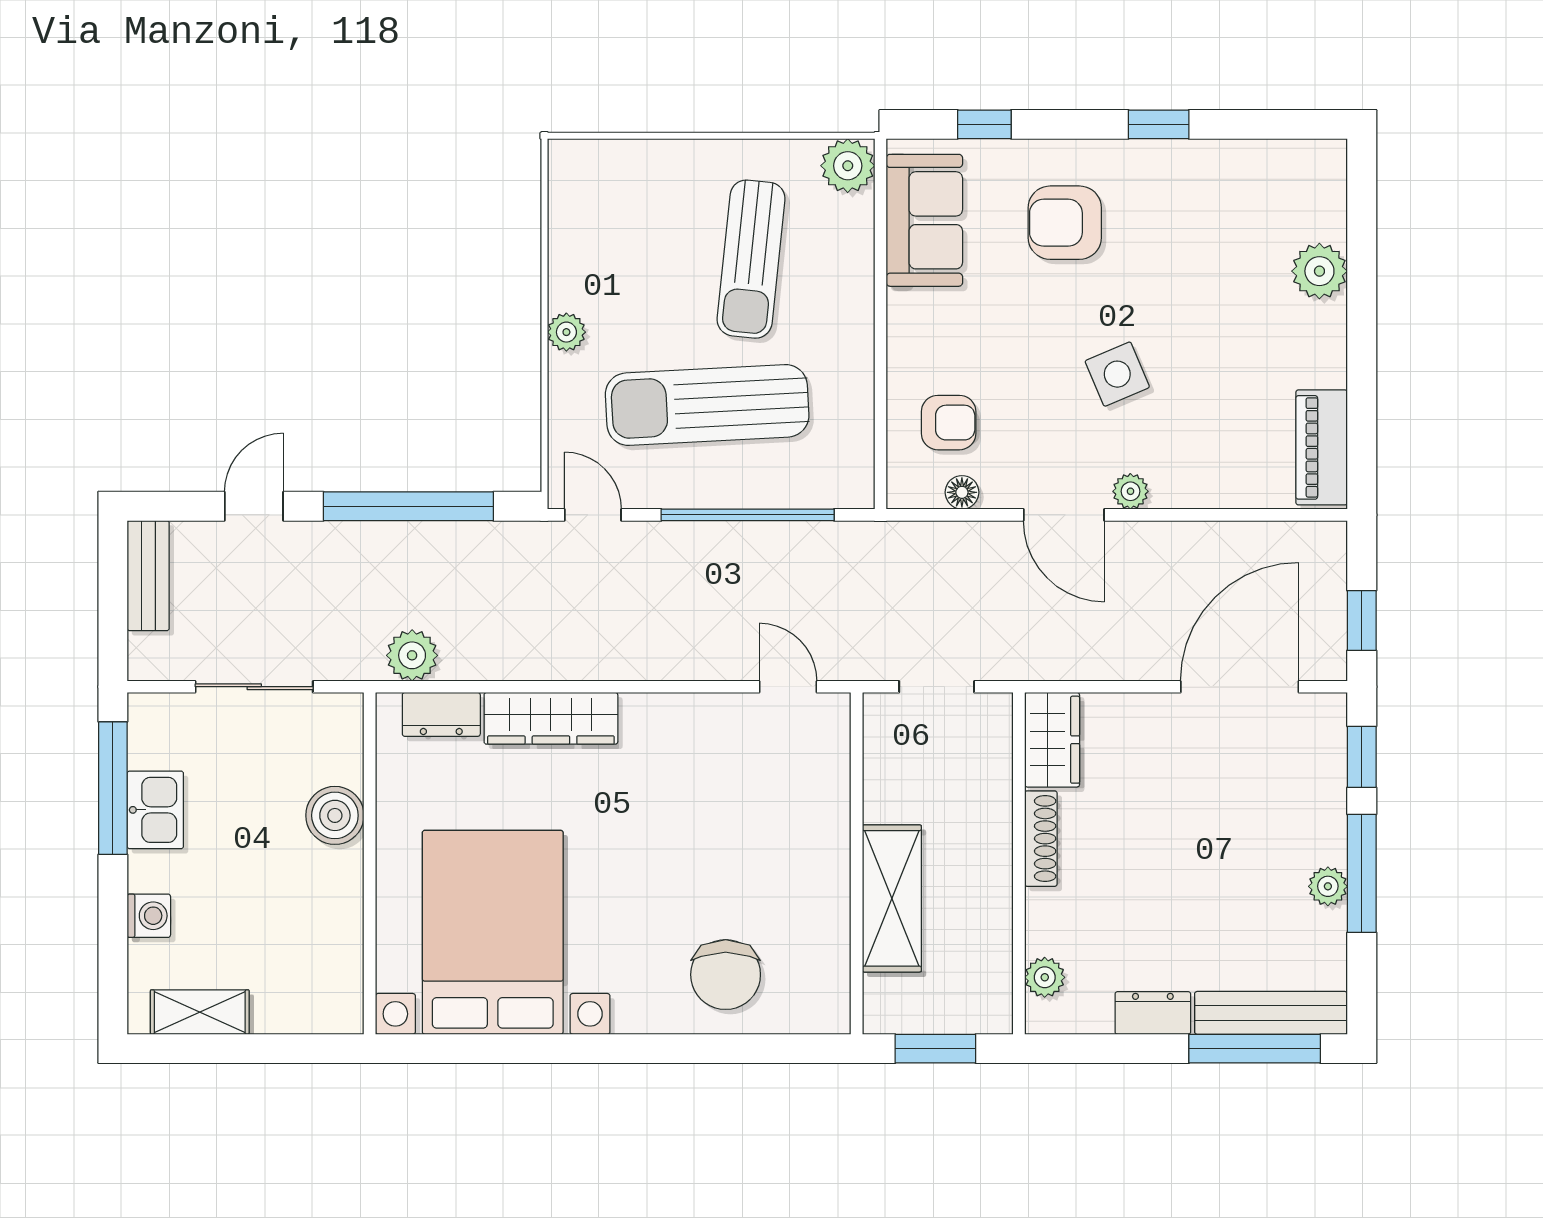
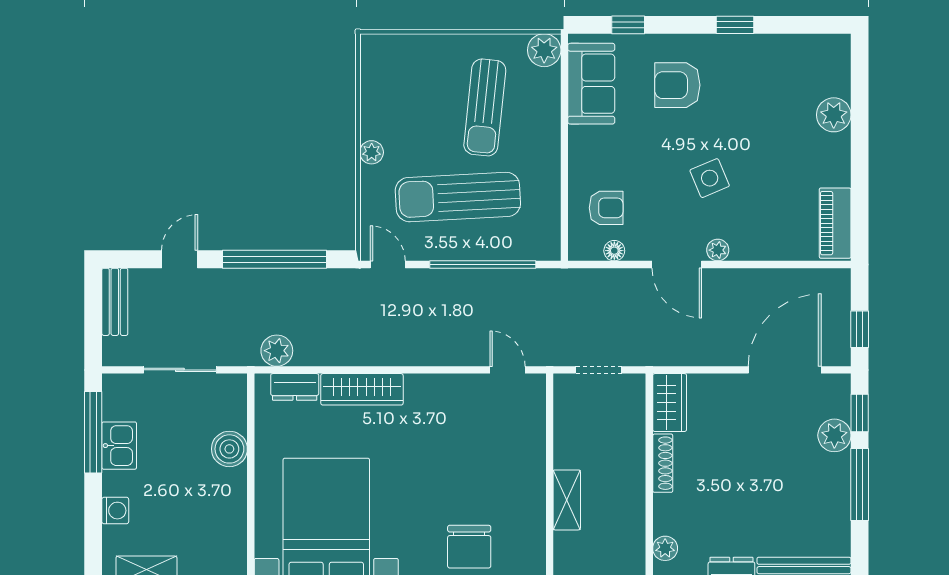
plant: (1328, 886) -> (834, 435), moved, width x1.38, depth x1.38
shelving: (892, 898) -> (567, 500), width x0.67, depth x0.75

